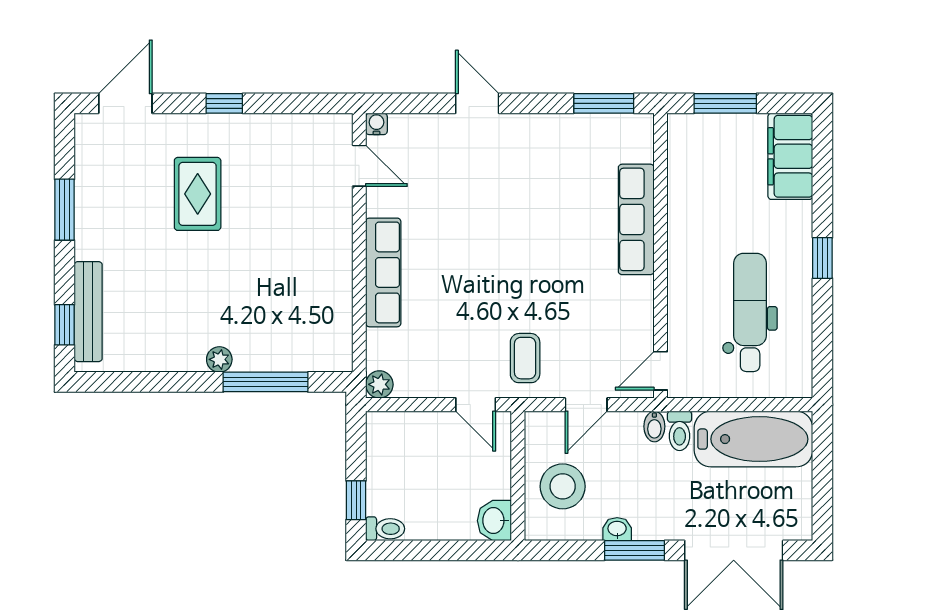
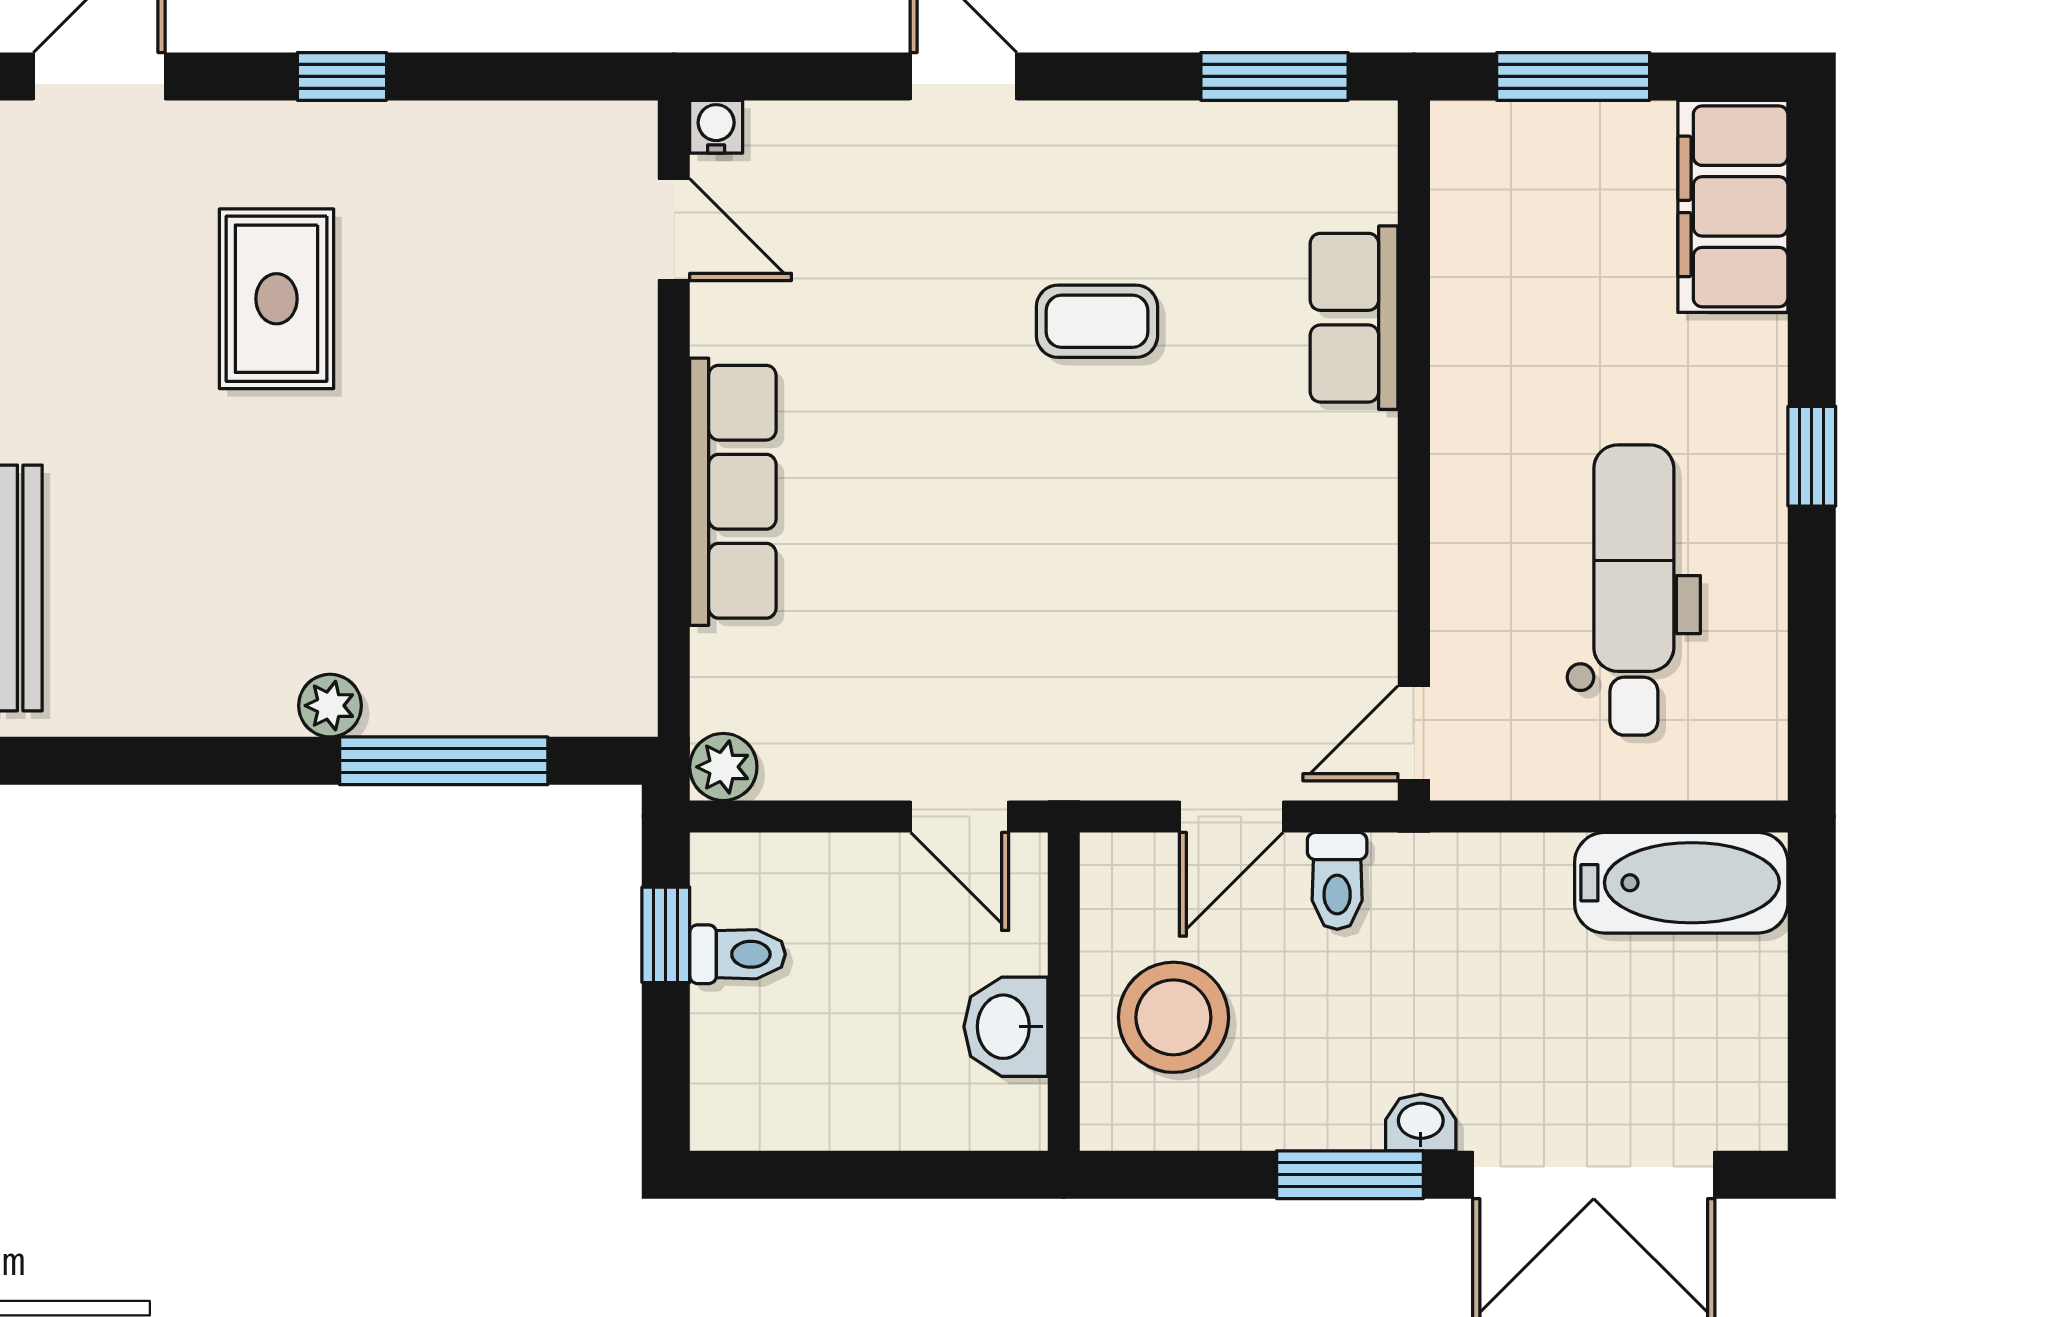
row of seats: (636, 219) -> (1354, 318), width x0.68
coffee table: (525, 358) -> (1097, 321), moved, turned 90
bidet: (654, 426) -> (1399, 870), removed
toilet: (680, 431) -> (1337, 881), moved
bathtub: (753, 439) -> (1681, 883), width x0.73, depth x0.73
window: (356, 500) -> (666, 935), moved
washbasin: (494, 521) -> (1006, 1027), moved
toilet: (385, 529) -> (737, 954), moved
washbasin: (617, 529) -> (1421, 1122), moved

